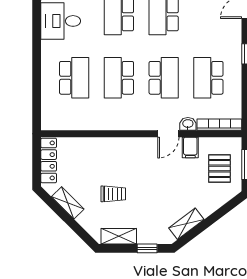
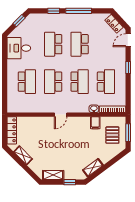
school desk: (208, 78) -> (106, 82), turned 180
door: (168, 134) -> (61, 115), moved
trolley: (113, 194) -> (50, 150), removed

